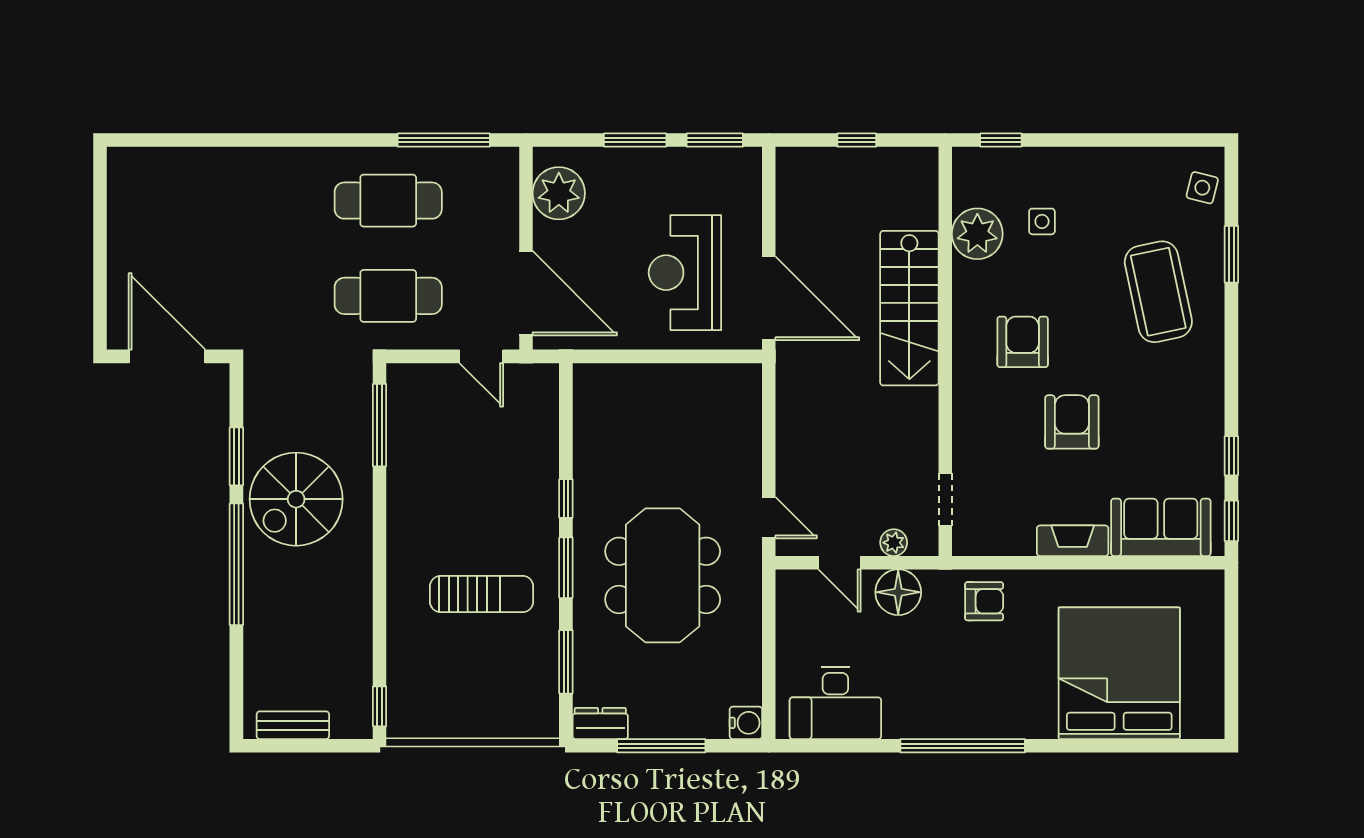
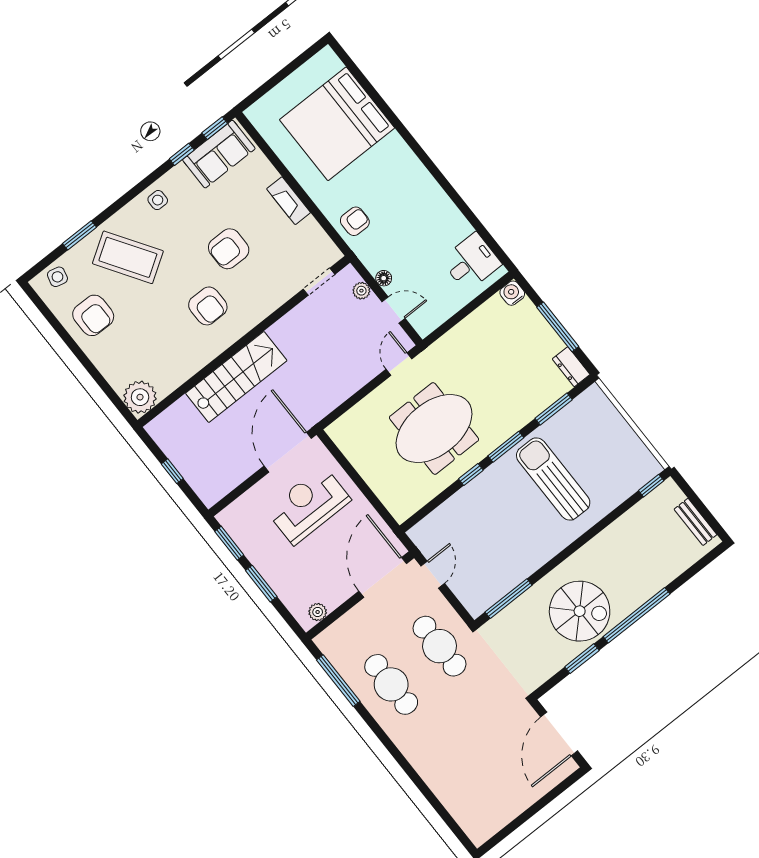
window: (1001, 140) -> (114, 398), removed
plant: (559, 193) -> (318, 612), width x0.53, depth x0.53
armchair: (1121, 194) -> (93, 315), added
side table: (1042, 221) -> (158, 200), moved
plant: (977, 234) -> (140, 397), moved
reception desk: (685, 273) -> (308, 505), turned 180
coffee table: (1158, 292) -> (128, 257), turned 69
armchair: (1023, 342) -> (208, 306), turned -90
sofa: (1161, 527) -> (219, 154), moved, turned -90
door: (840, 563) -> (393, 310), hinge flipped
meeting table: (663, 575) -> (434, 429), moved
floor lamp: (898, 592) -> (384, 278), width x0.53, depth x0.53
sun lounger: (482, 594) -> (553, 479), width x1.36, depth x1.34
armchair: (984, 601) -> (355, 221), turned 90
desk: (835, 703) -> (471, 262), width x0.73
window: (963, 746) -> (437, 174), removed

